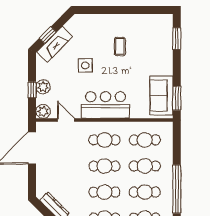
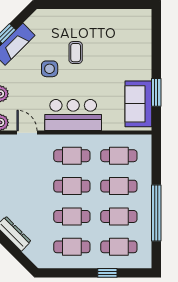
window: (177, 39) -> (156, 38), removed
coffee table: (120, 46) -> (76, 53), moved
window: (177, 98) -> (156, 92), moved

